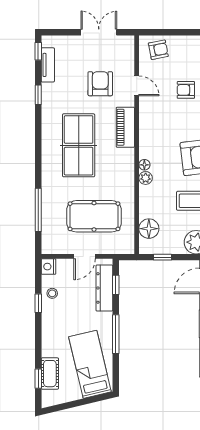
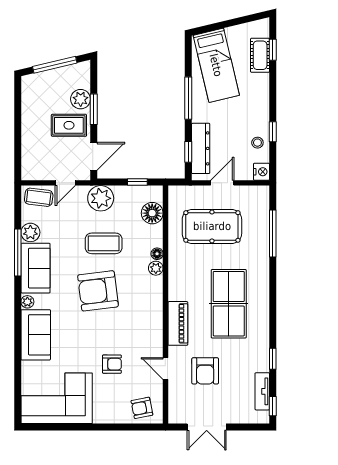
floor lamp: (144, 165) -> (157, 254), moved

